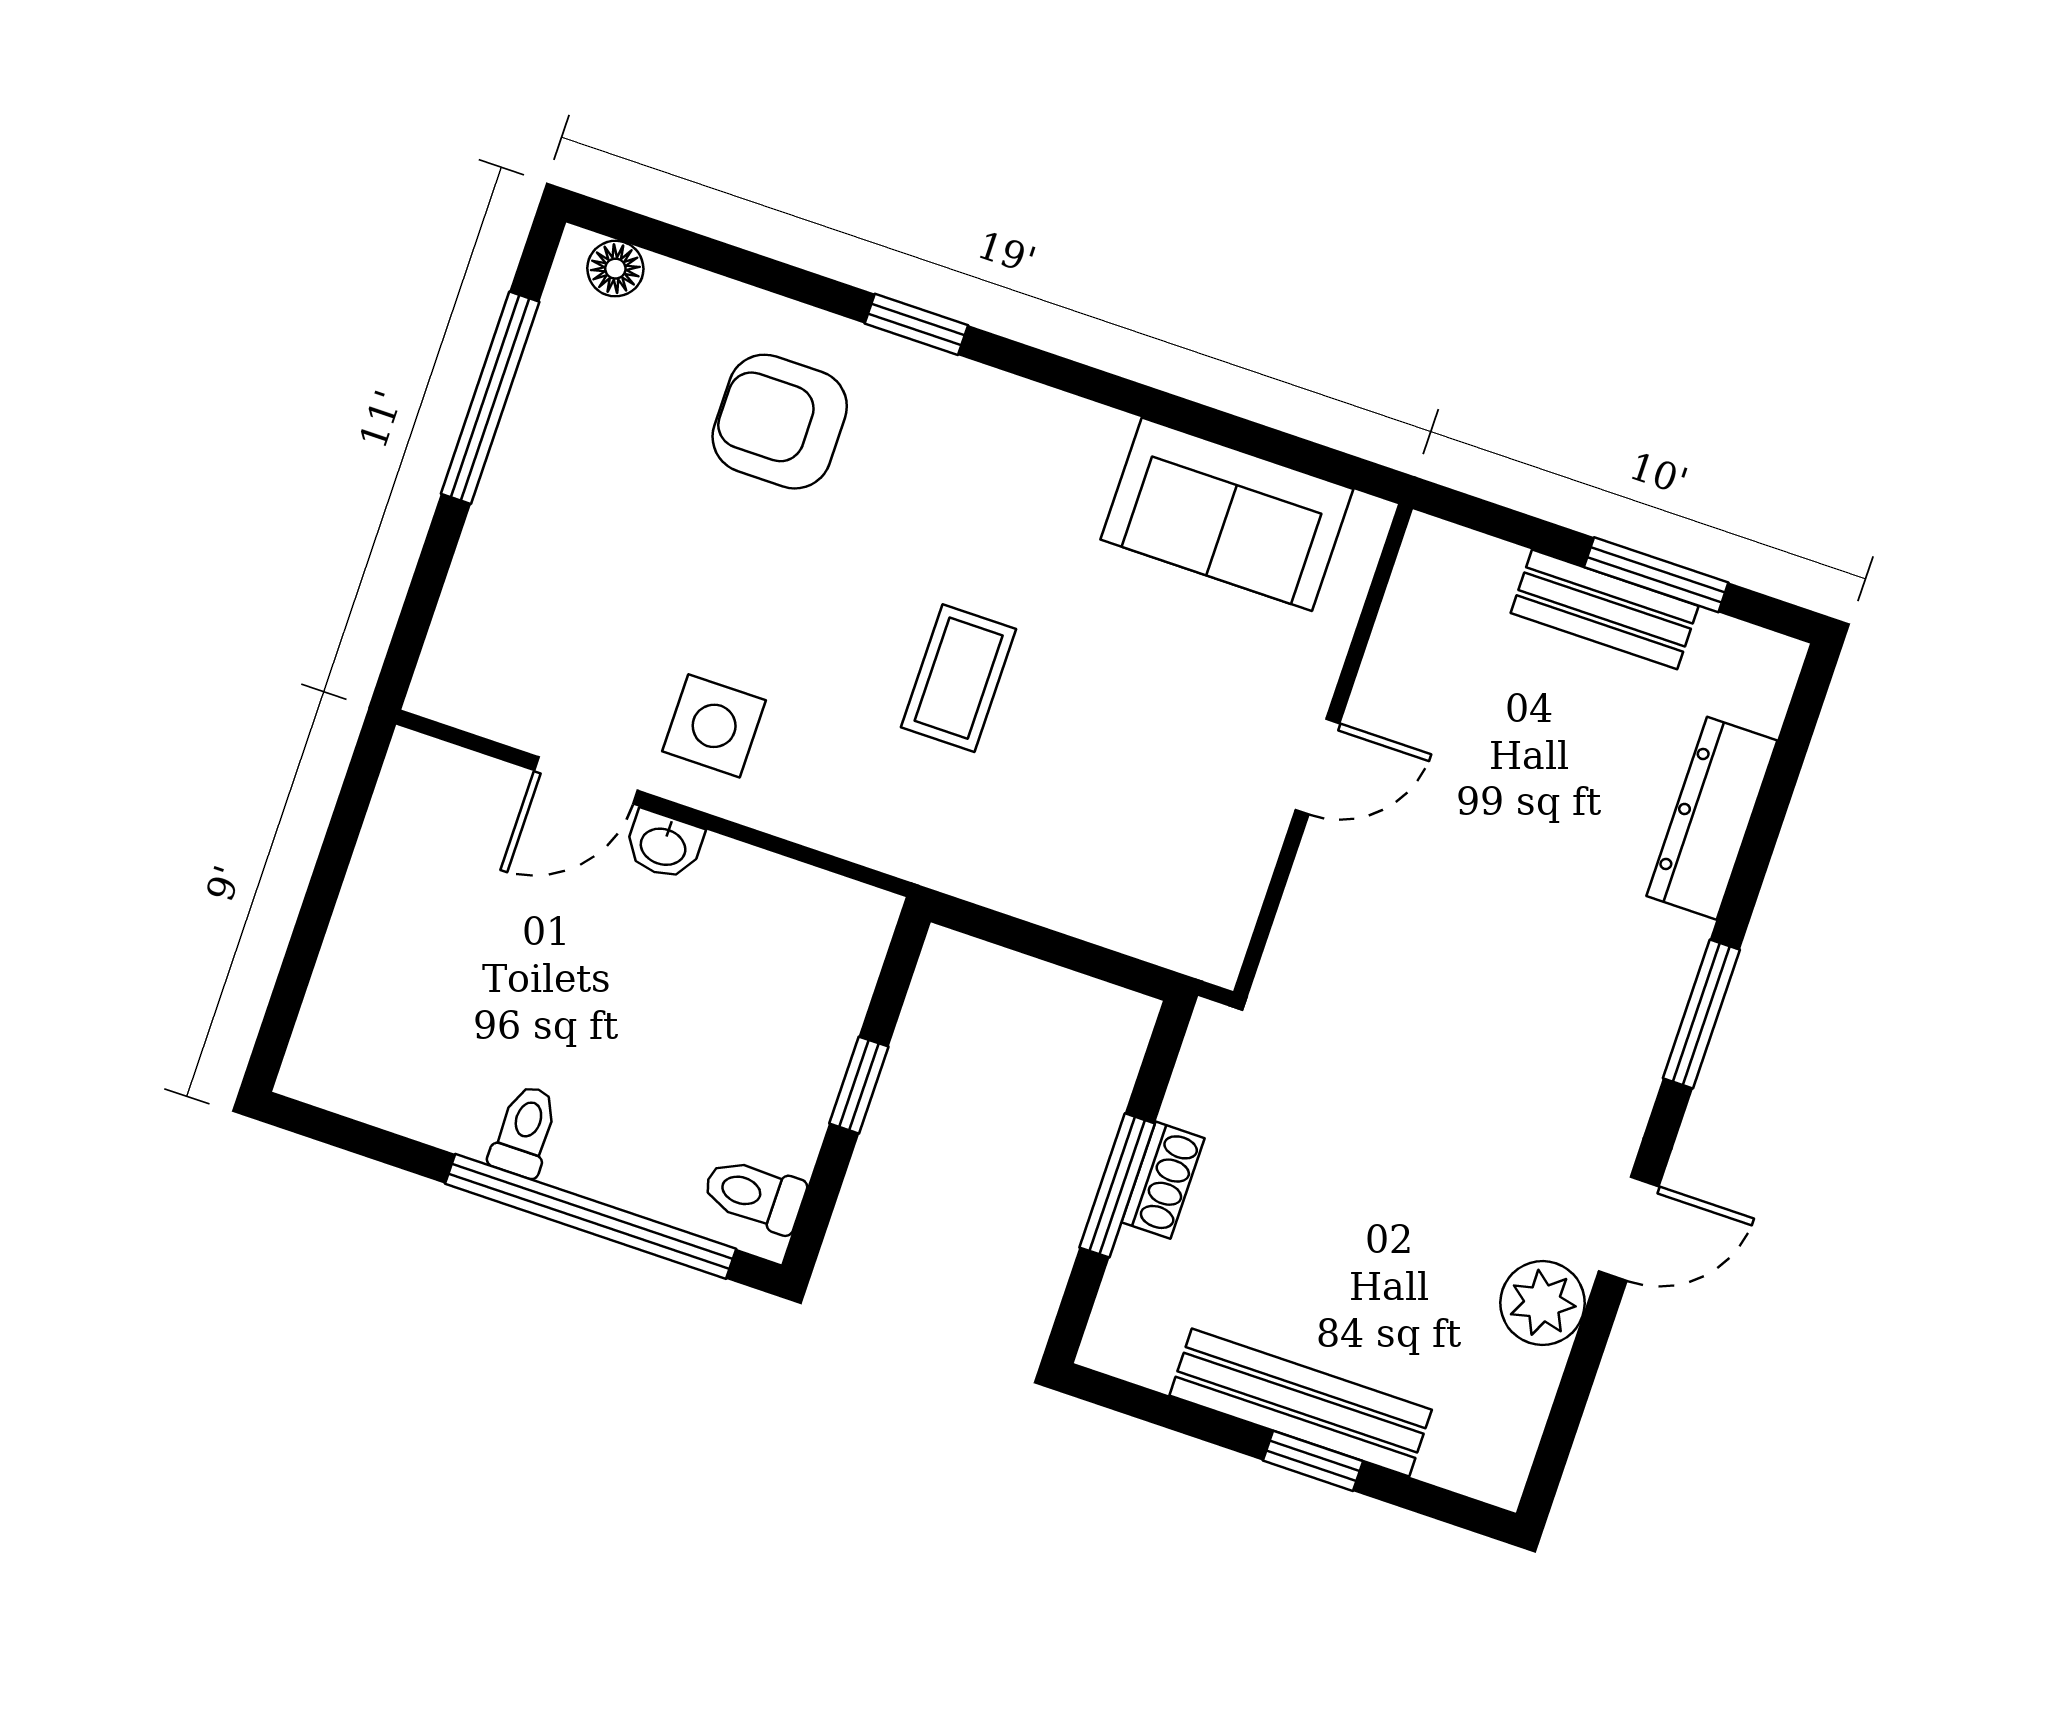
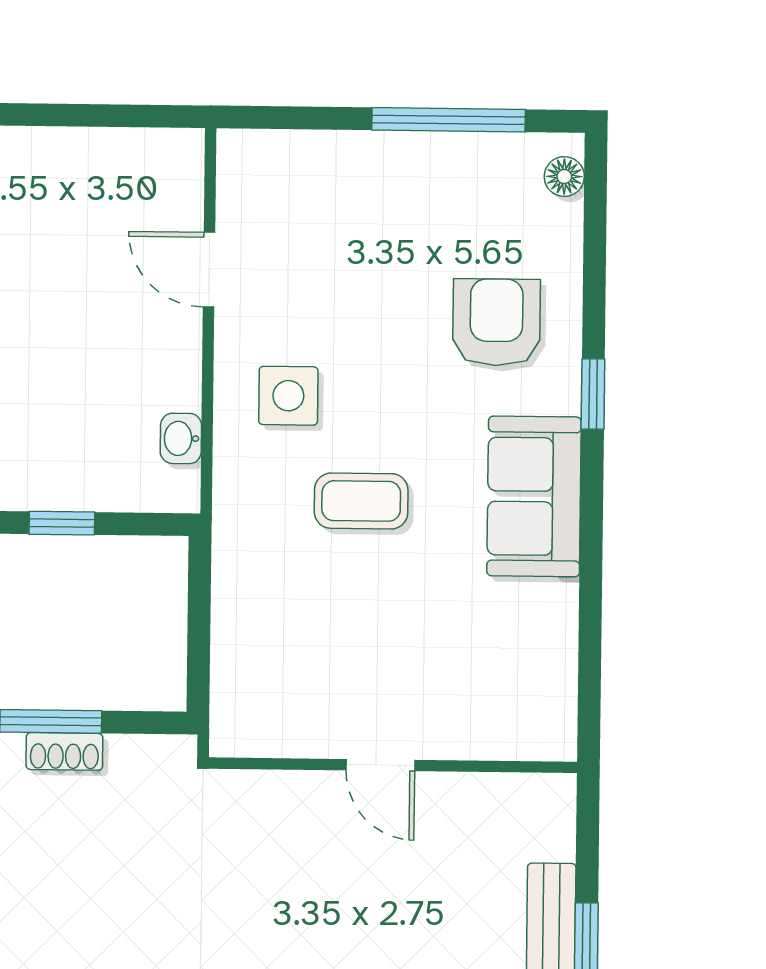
sofa: (1227, 514) -> (534, 496), moved
side table: (714, 726) -> (288, 396), moved
washbasin: (664, 845) -> (181, 438), moved

